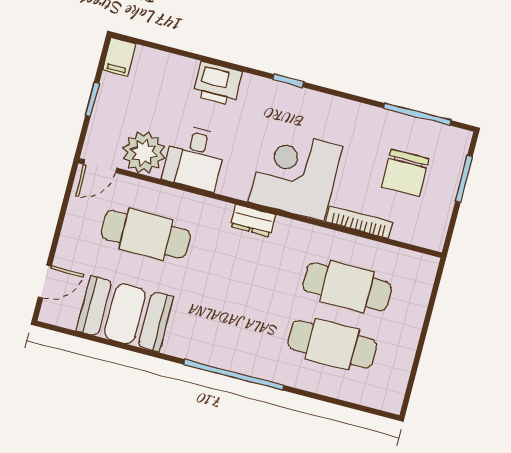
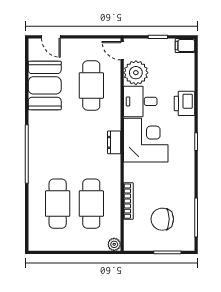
corner desk: (296, 174) -> (146, 140), moved
plant: (427, 266) -> (114, 244), added

